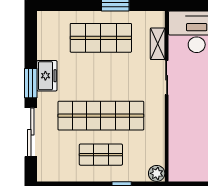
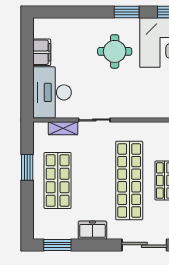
window: (31, 83) -> (57, 245), moved

